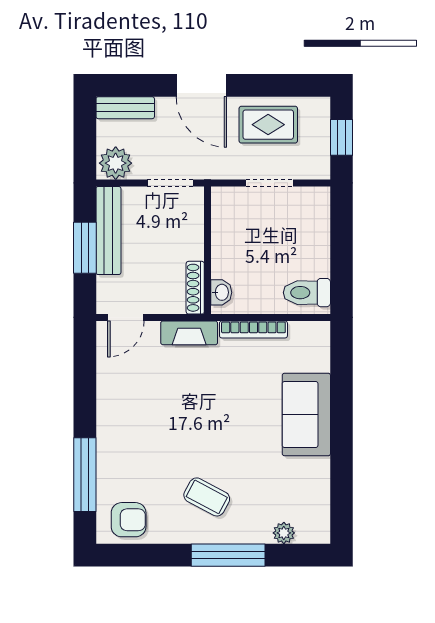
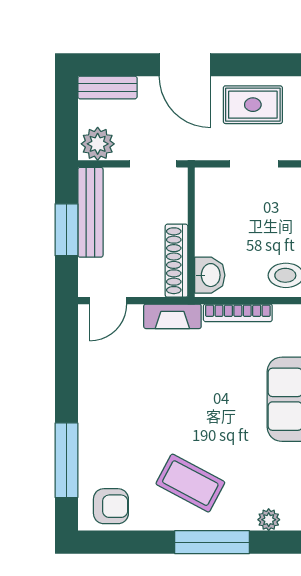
shoe rack: (195, 288) -> (177, 261), width x1.36, depth x1.24
washbasin: (221, 292) -> (210, 275), width x1.38, depth x1.45
coffee table: (207, 497) -> (190, 483), width x1.36, depth x1.30

